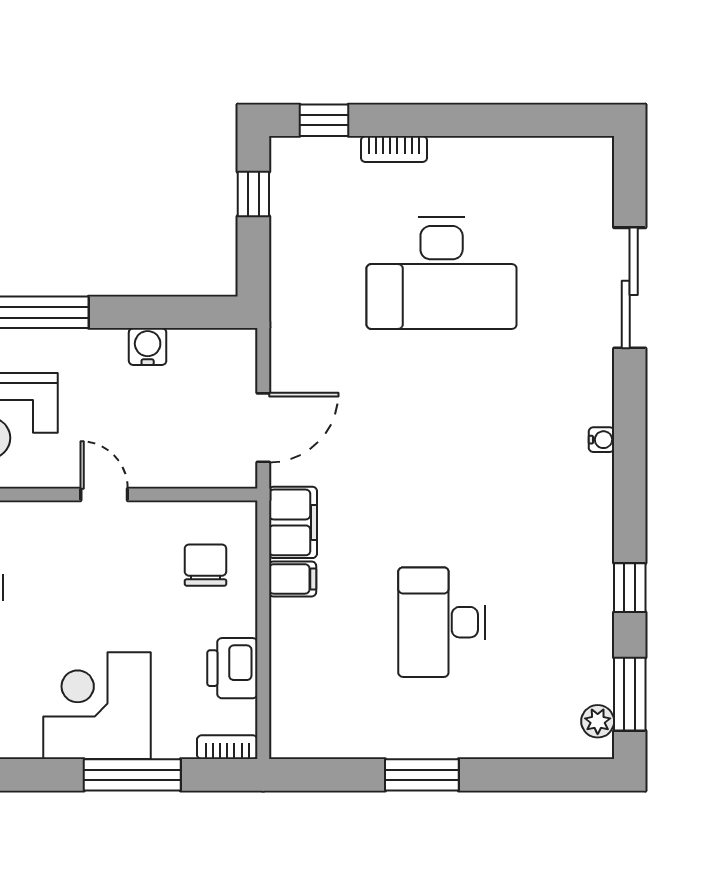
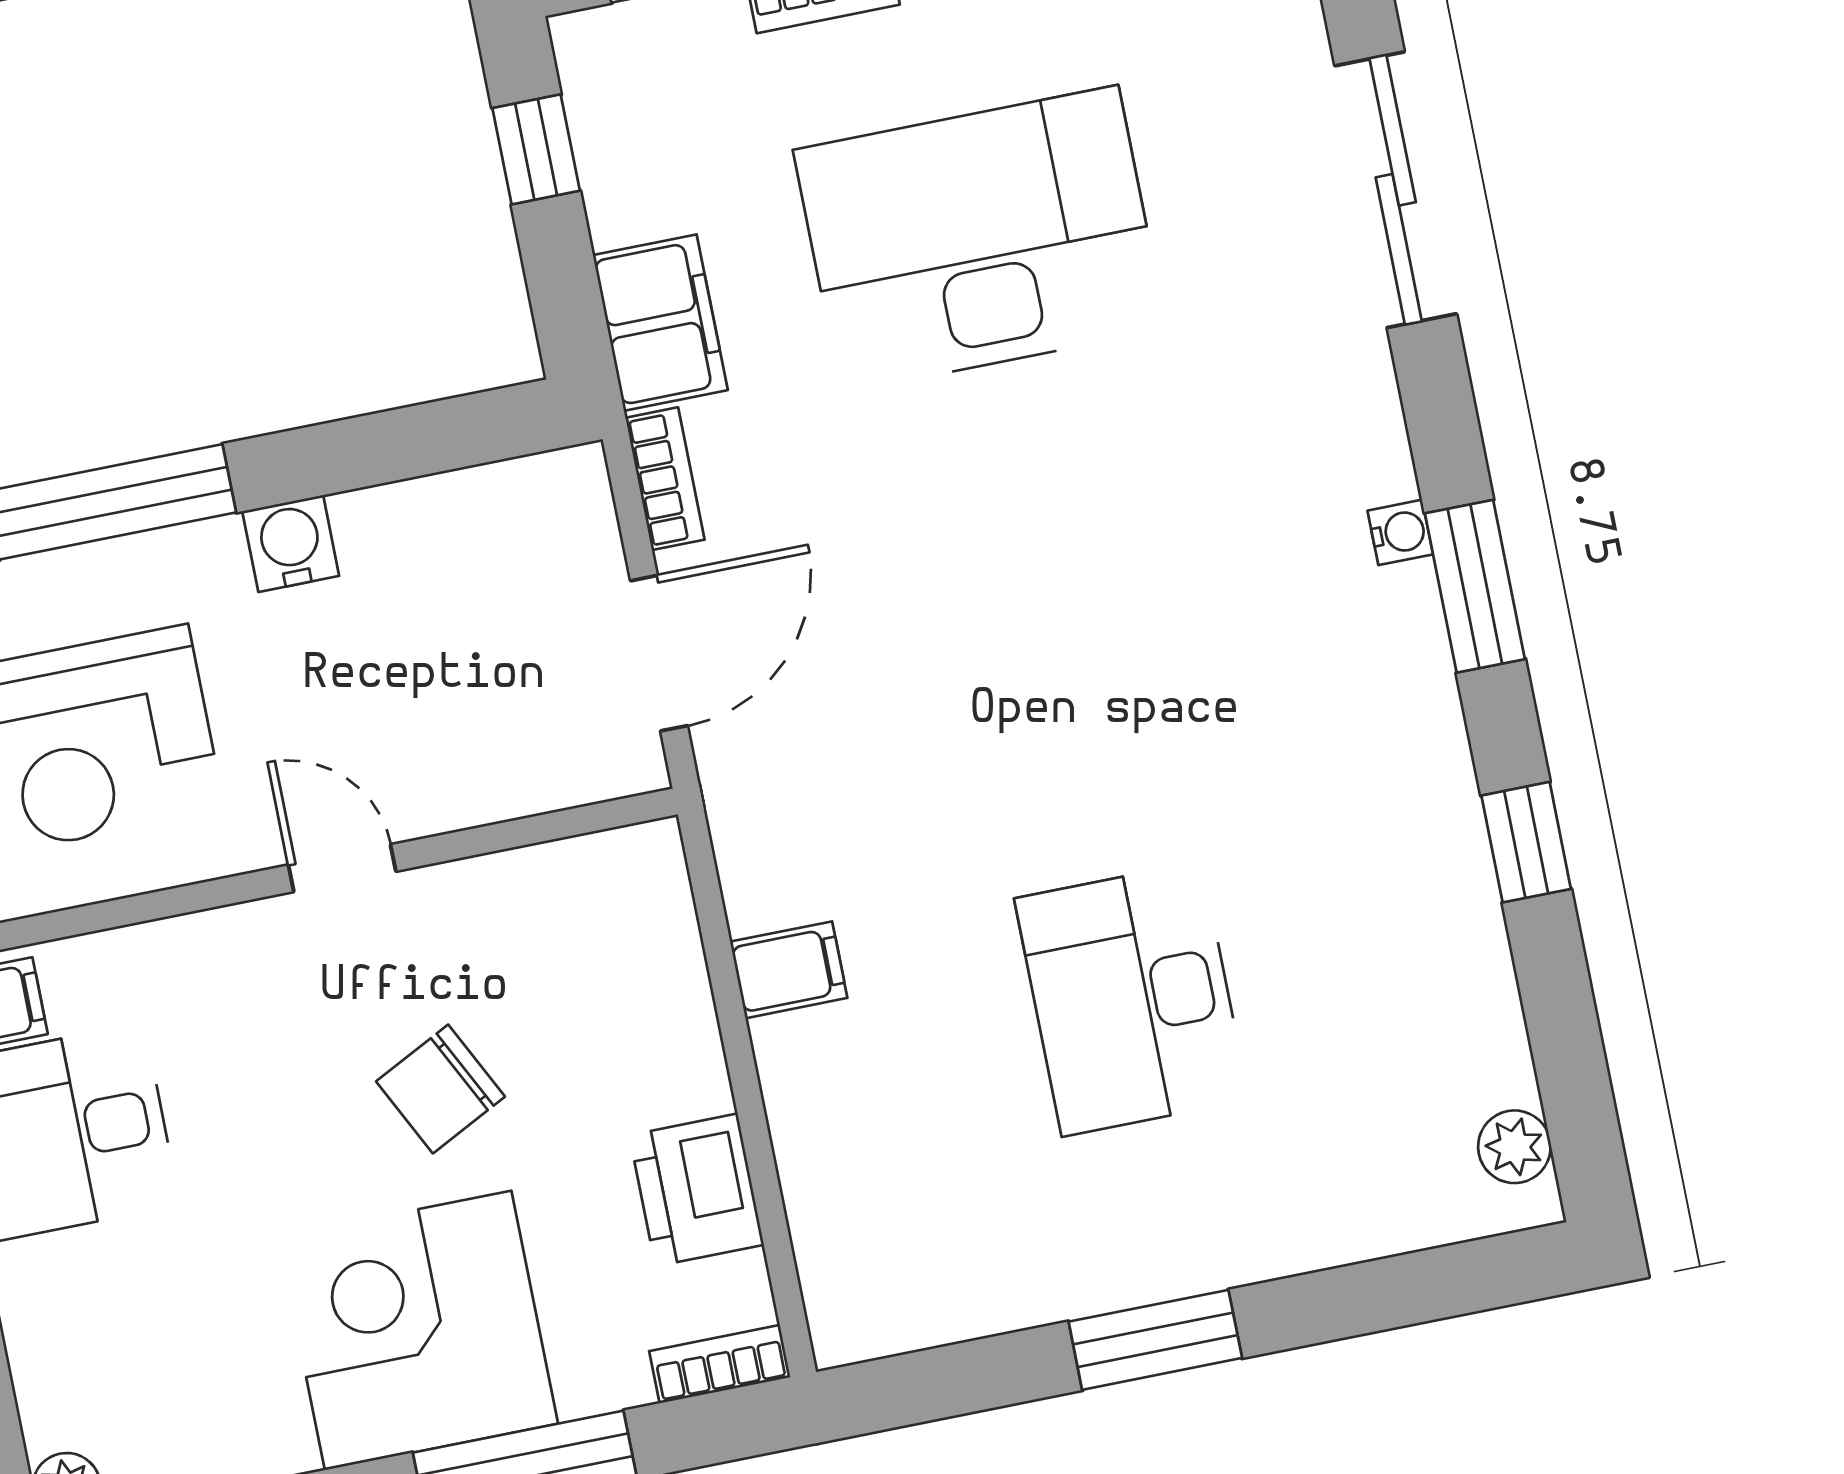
desk: (442, 273) -> (980, 239), turned 180
water cooler: (148, 347) -> (291, 544), moved
bookcase: (281, 351) -> (665, 479), added
filing cabinet: (293, 522) -> (660, 323), moved
chair: (205, 565) -> (441, 1089), moved, turned -117
window: (630, 694) -> (1475, 586), moved

